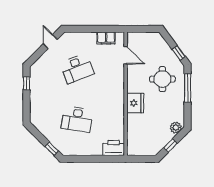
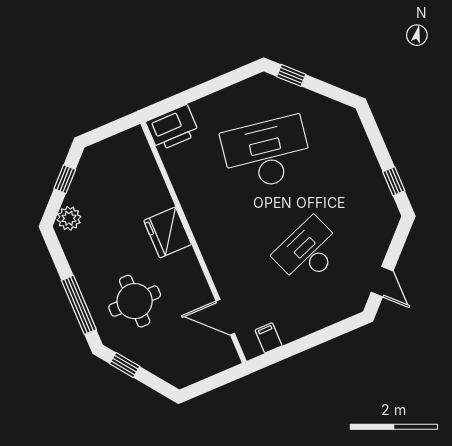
filing cabinet: (106, 38) -> (269, 338), width x0.50
desk: (77, 119) -> (267, 153), width x1.36, depth x1.30

